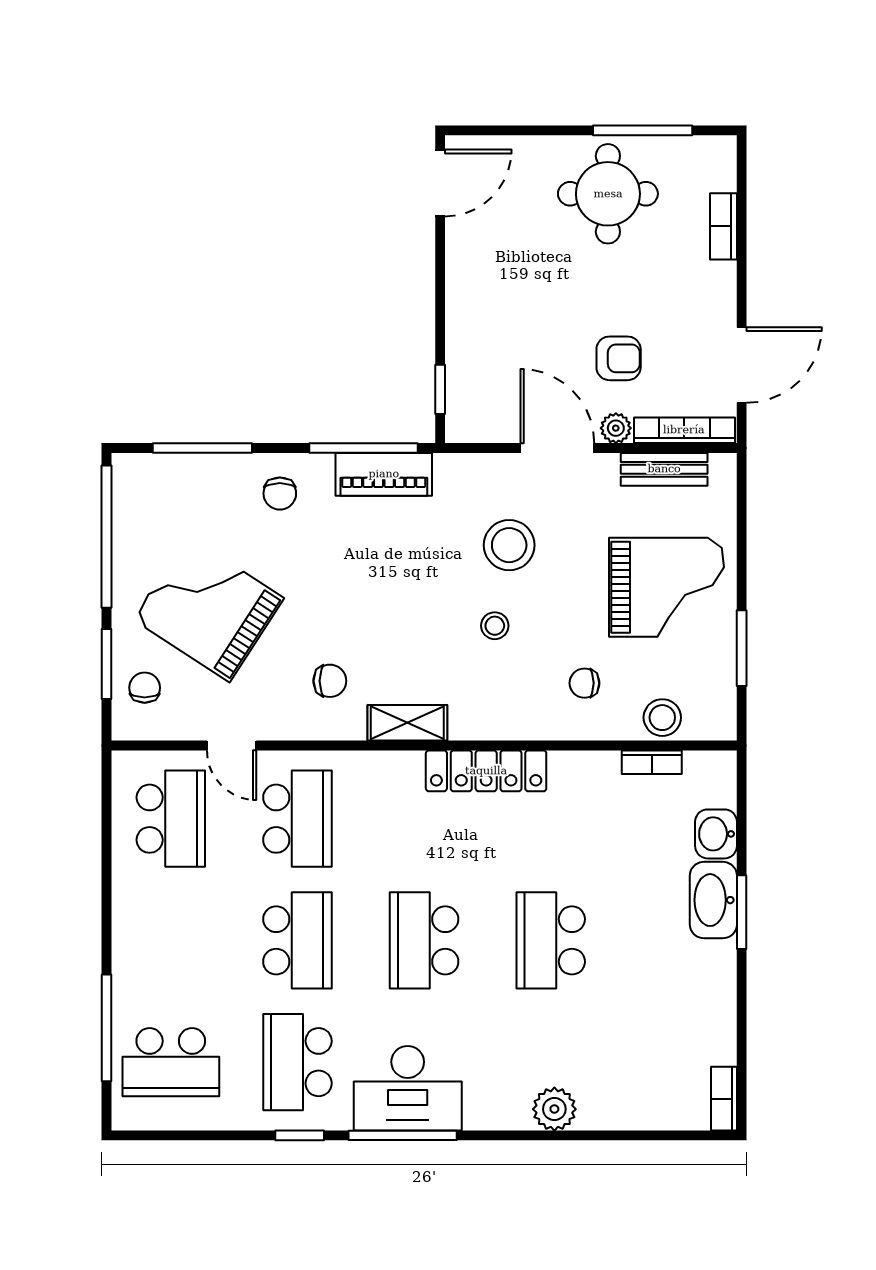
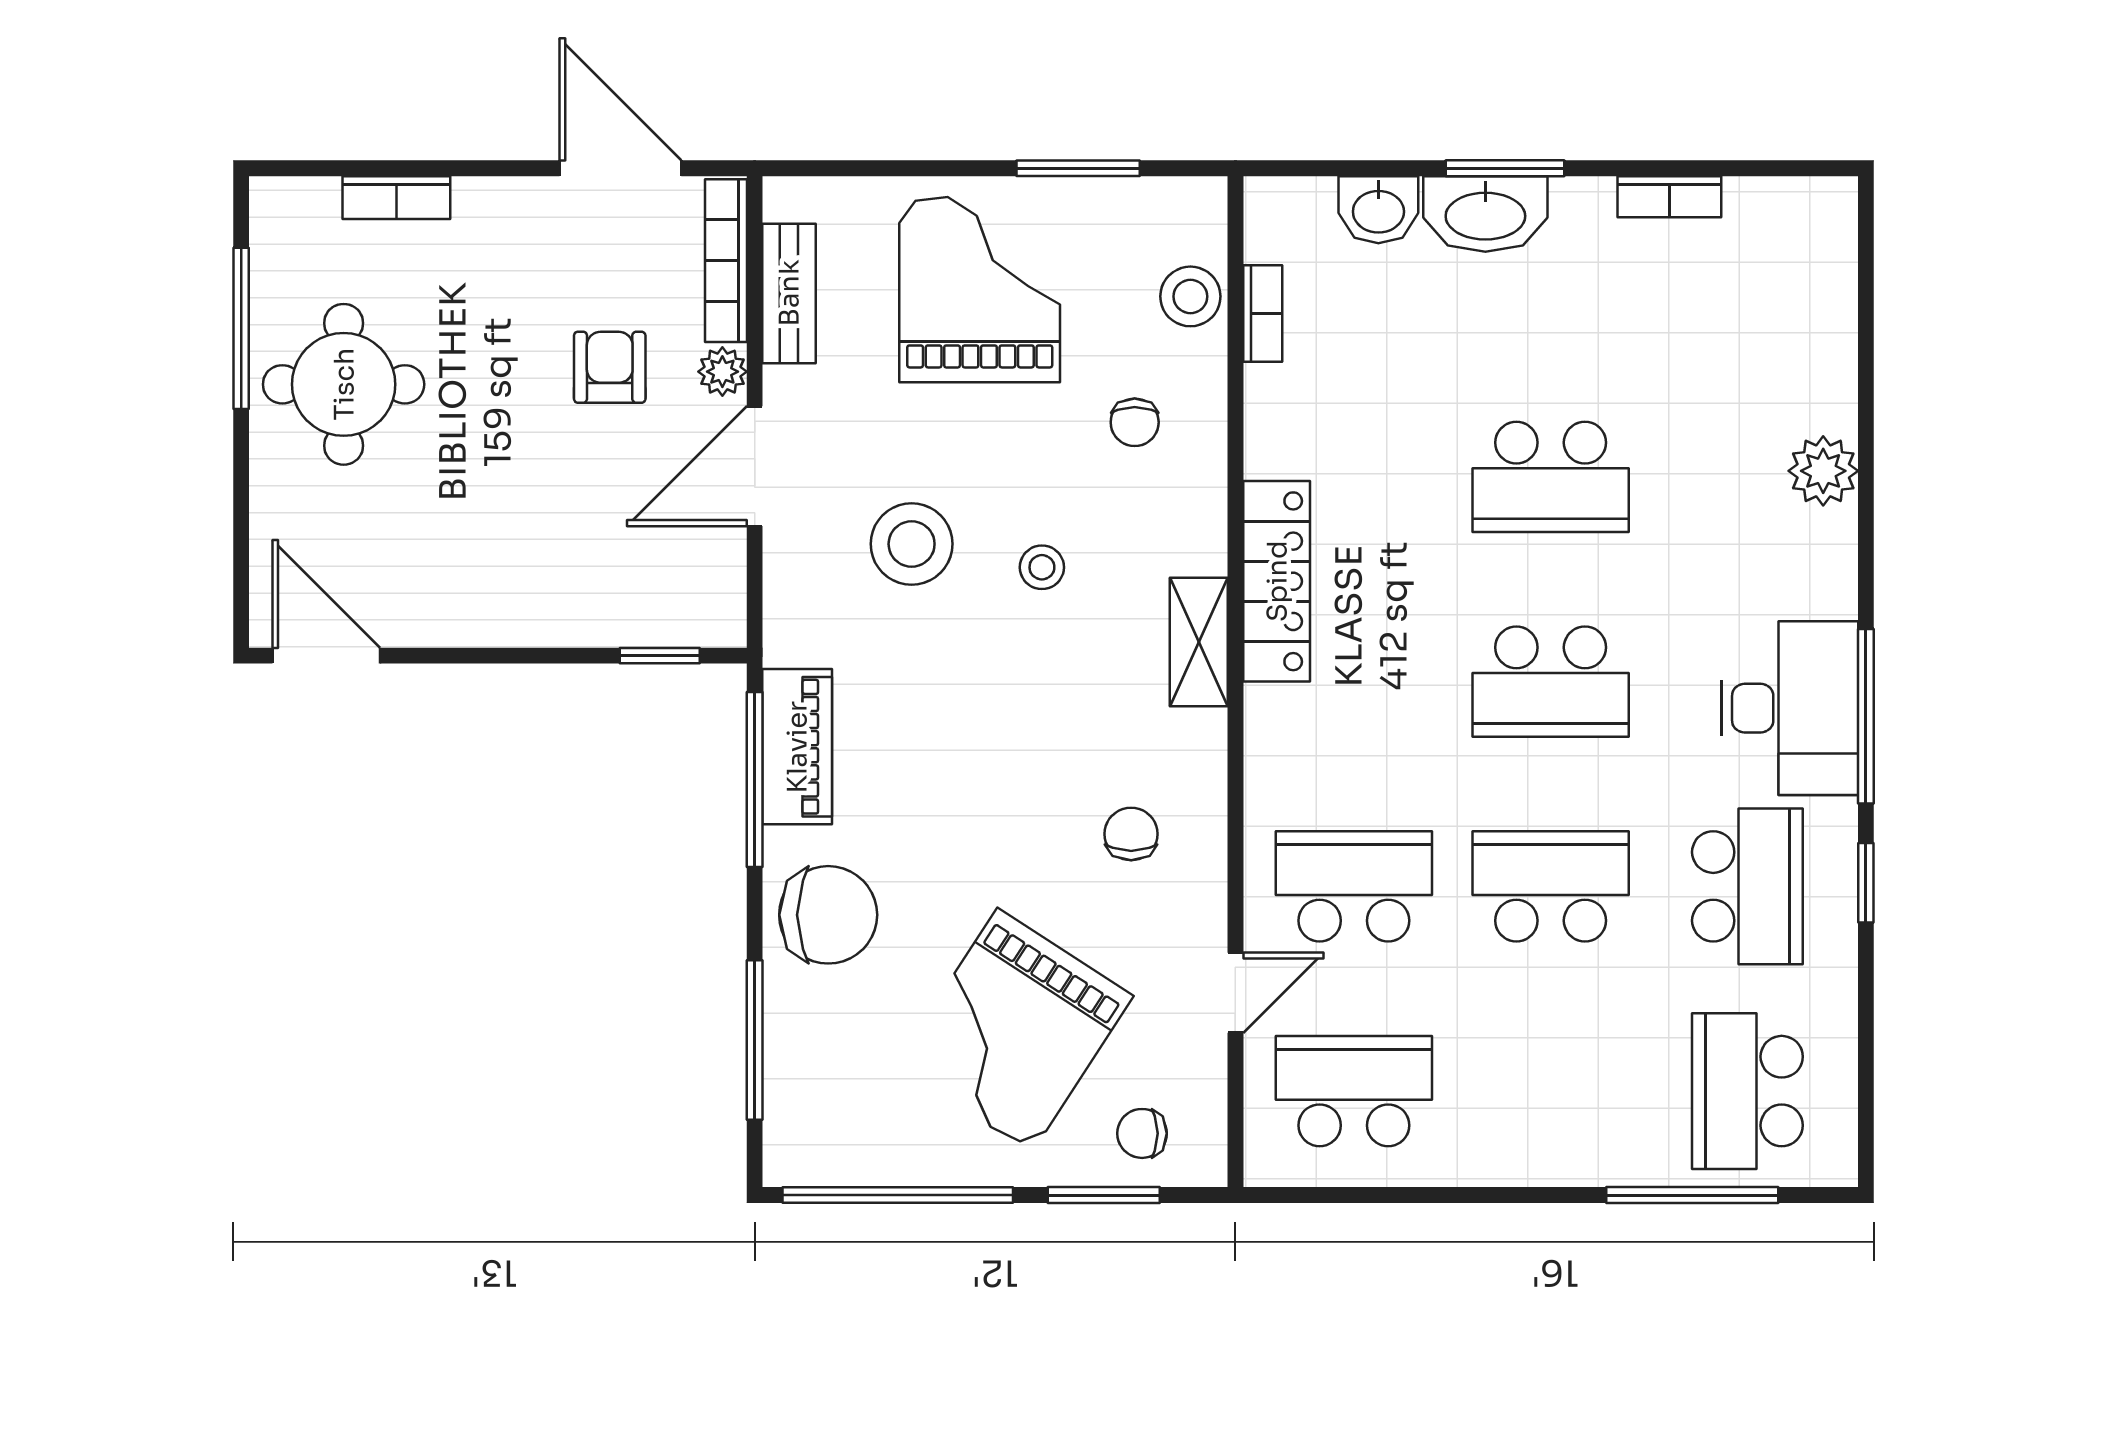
chair: (280, 494) -> (828, 915), width x1.87, depth x1.87
shelving: (407, 723) -> (1199, 642), moved
school desk: (171, 1062) -> (1747, 1091), turned 180
school desk: (297, 1062) -> (1747, 886), turned -90
bookcase: (724, 1099) -> (1669, 197), moved

